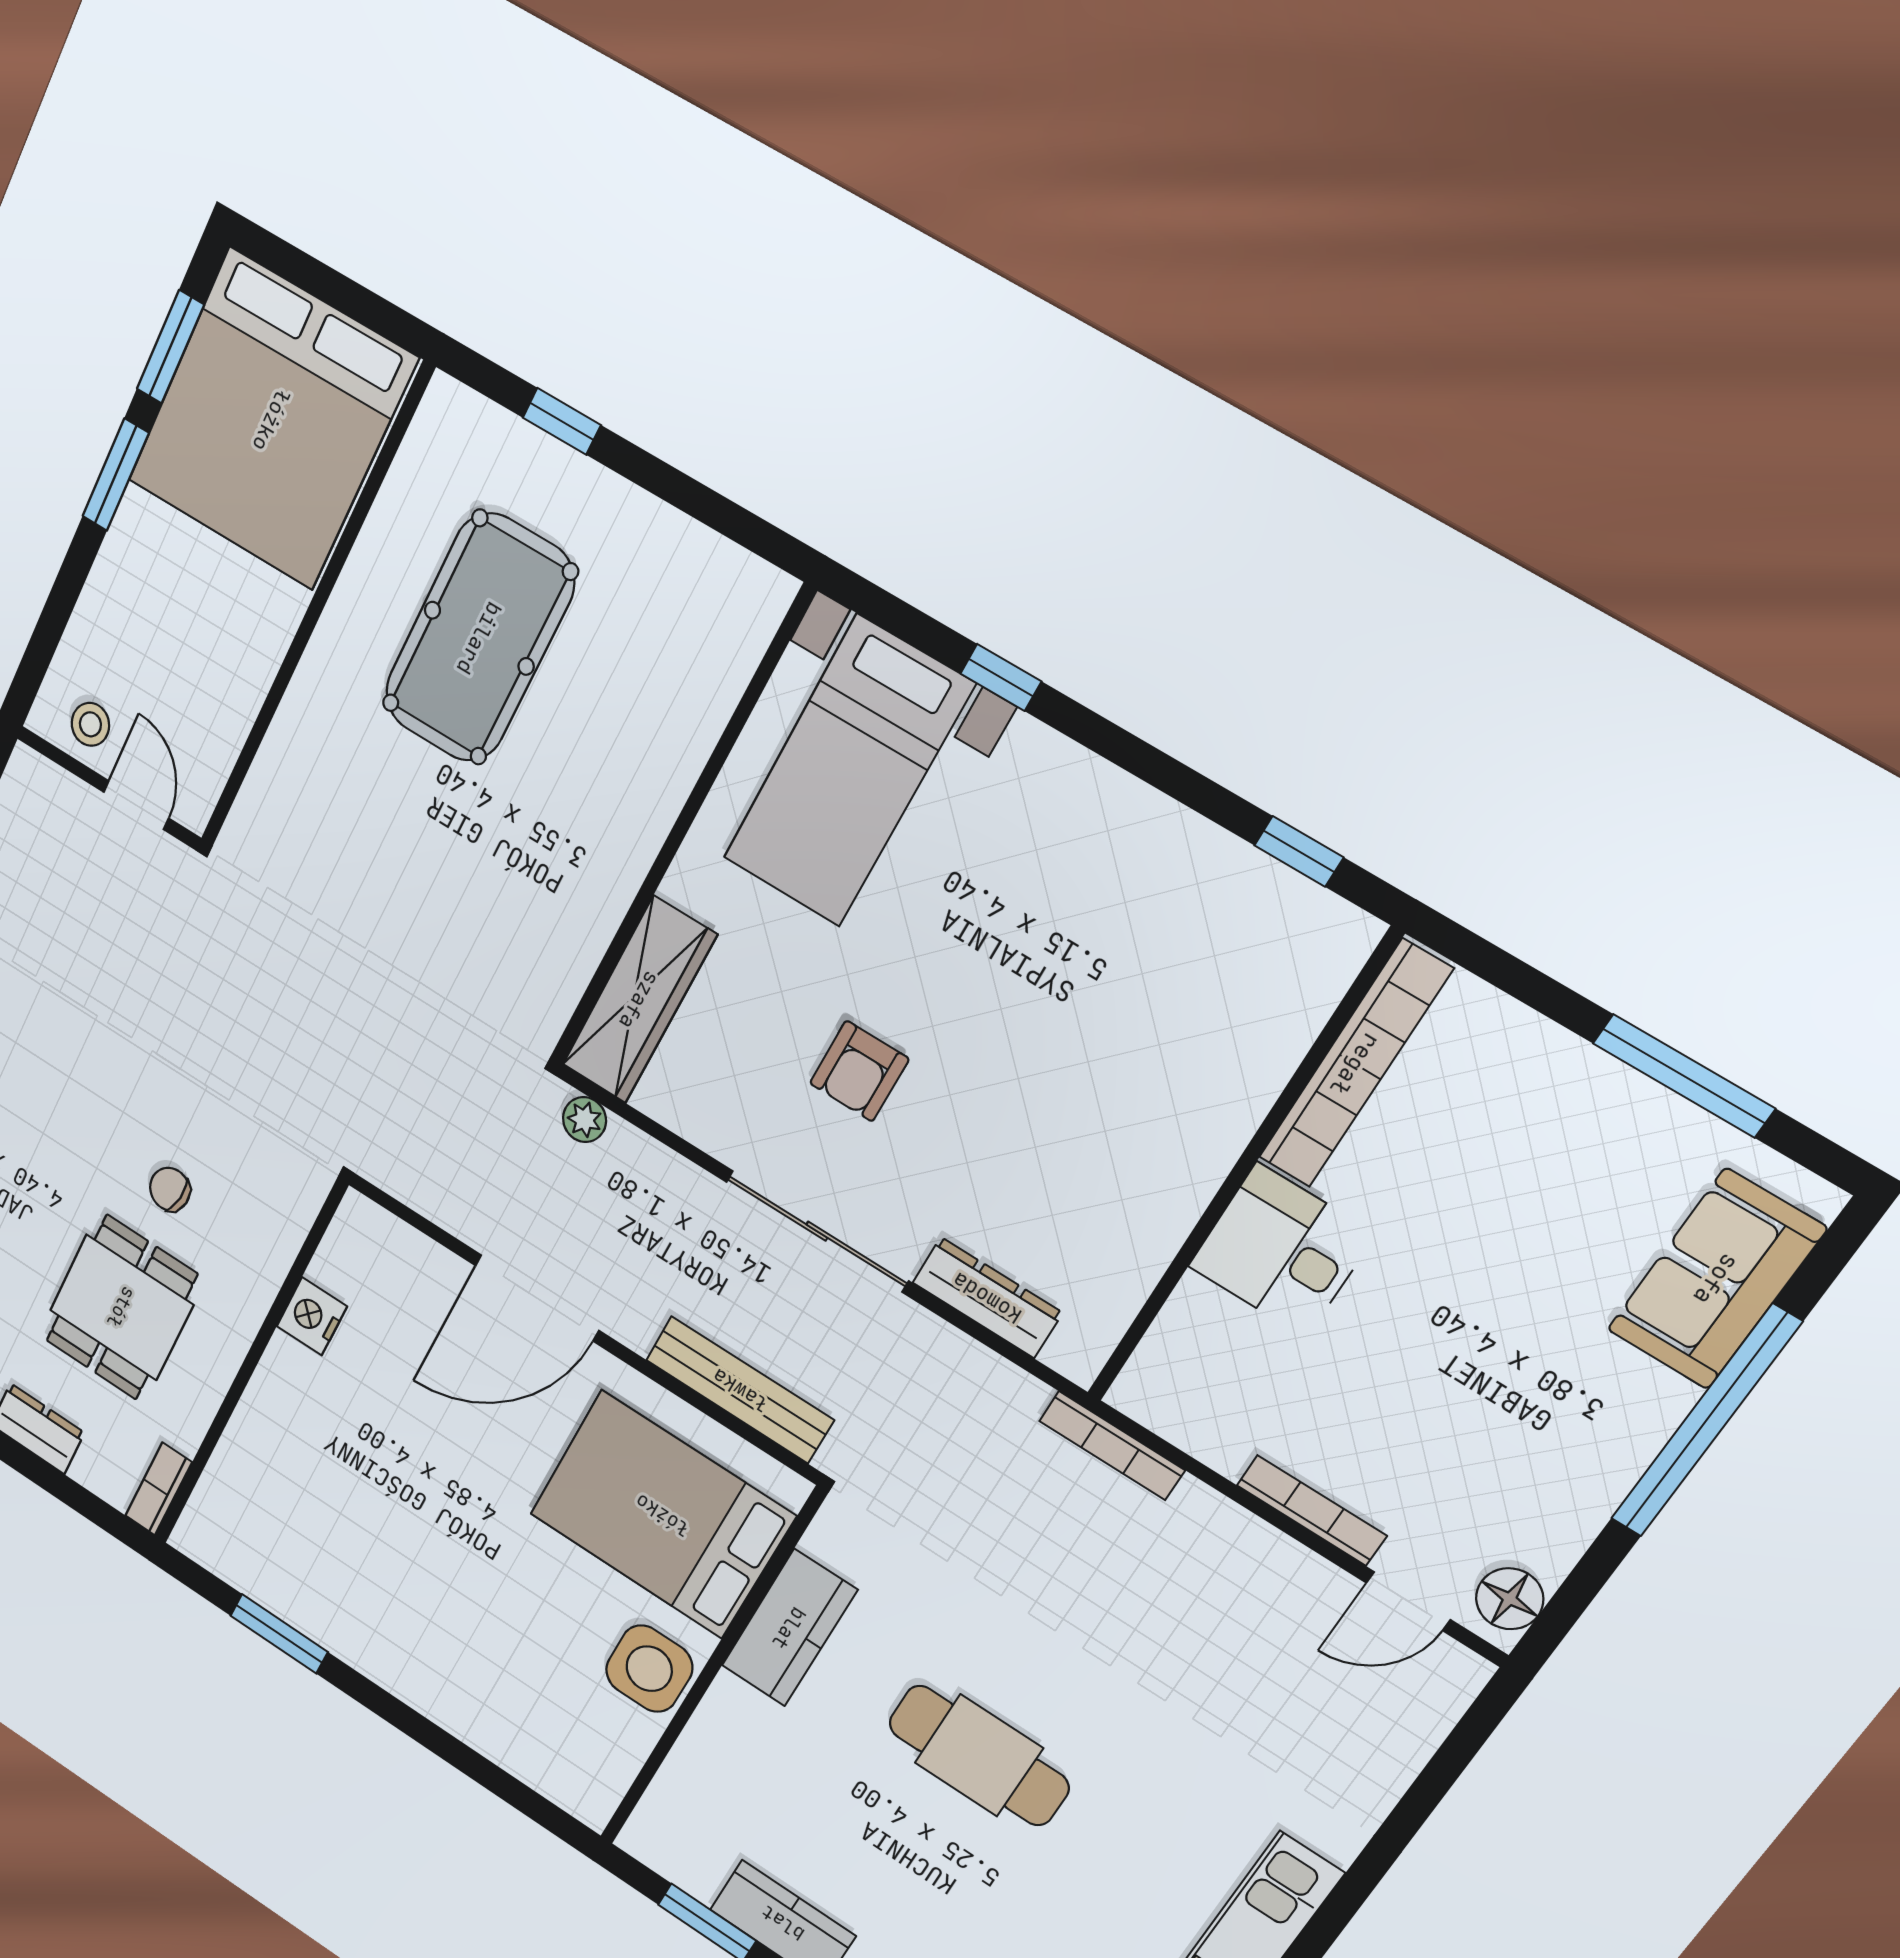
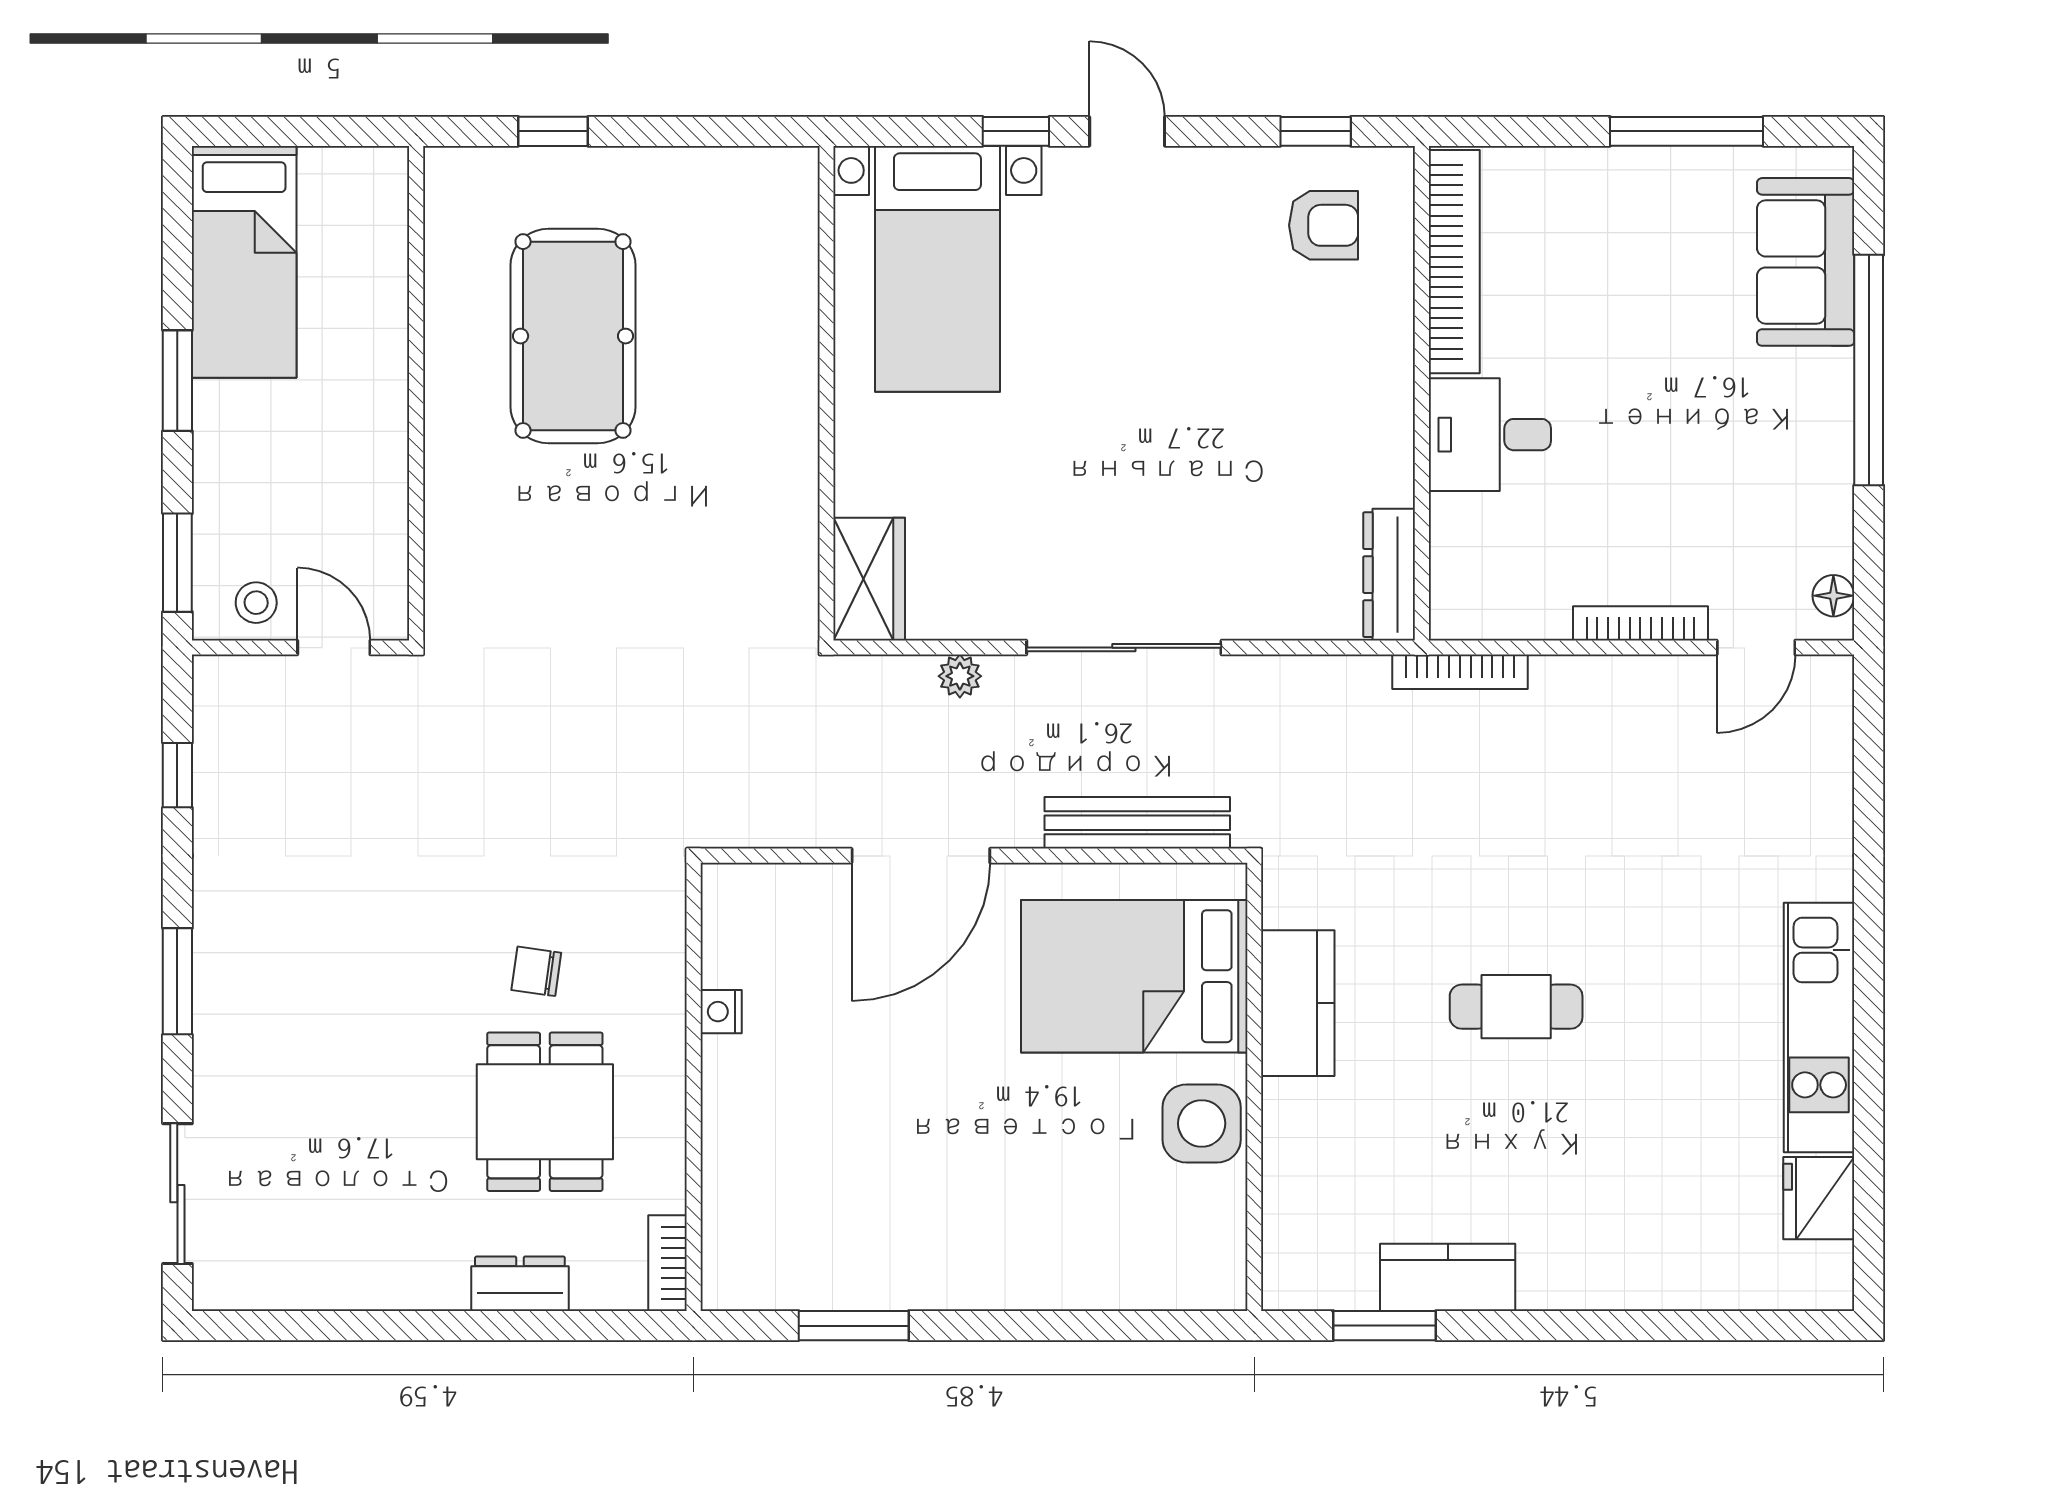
window: (170, 347) -> (177, 563), moved
bed: (271, 420) -> (244, 262), width x0.49
door: (1110, 741) -> (1127, 131), added
wardrobe: (639, 1000) -> (869, 579), width x0.67
armchair: (859, 1071) -> (1324, 225), moved, turned -90
plant: (585, 1120) -> (960, 676), moved
dresser: (987, 1298) -> (1389, 575), moved, turned -90
nightstand: (312, 1316) -> (721, 1012), width x0.72, depth x0.74
floor lamp: (1510, 1599) -> (1833, 596), width x0.73, depth x0.73
cafe table: (979, 1755) -> (1516, 1007), width x0.73, depth x0.74

